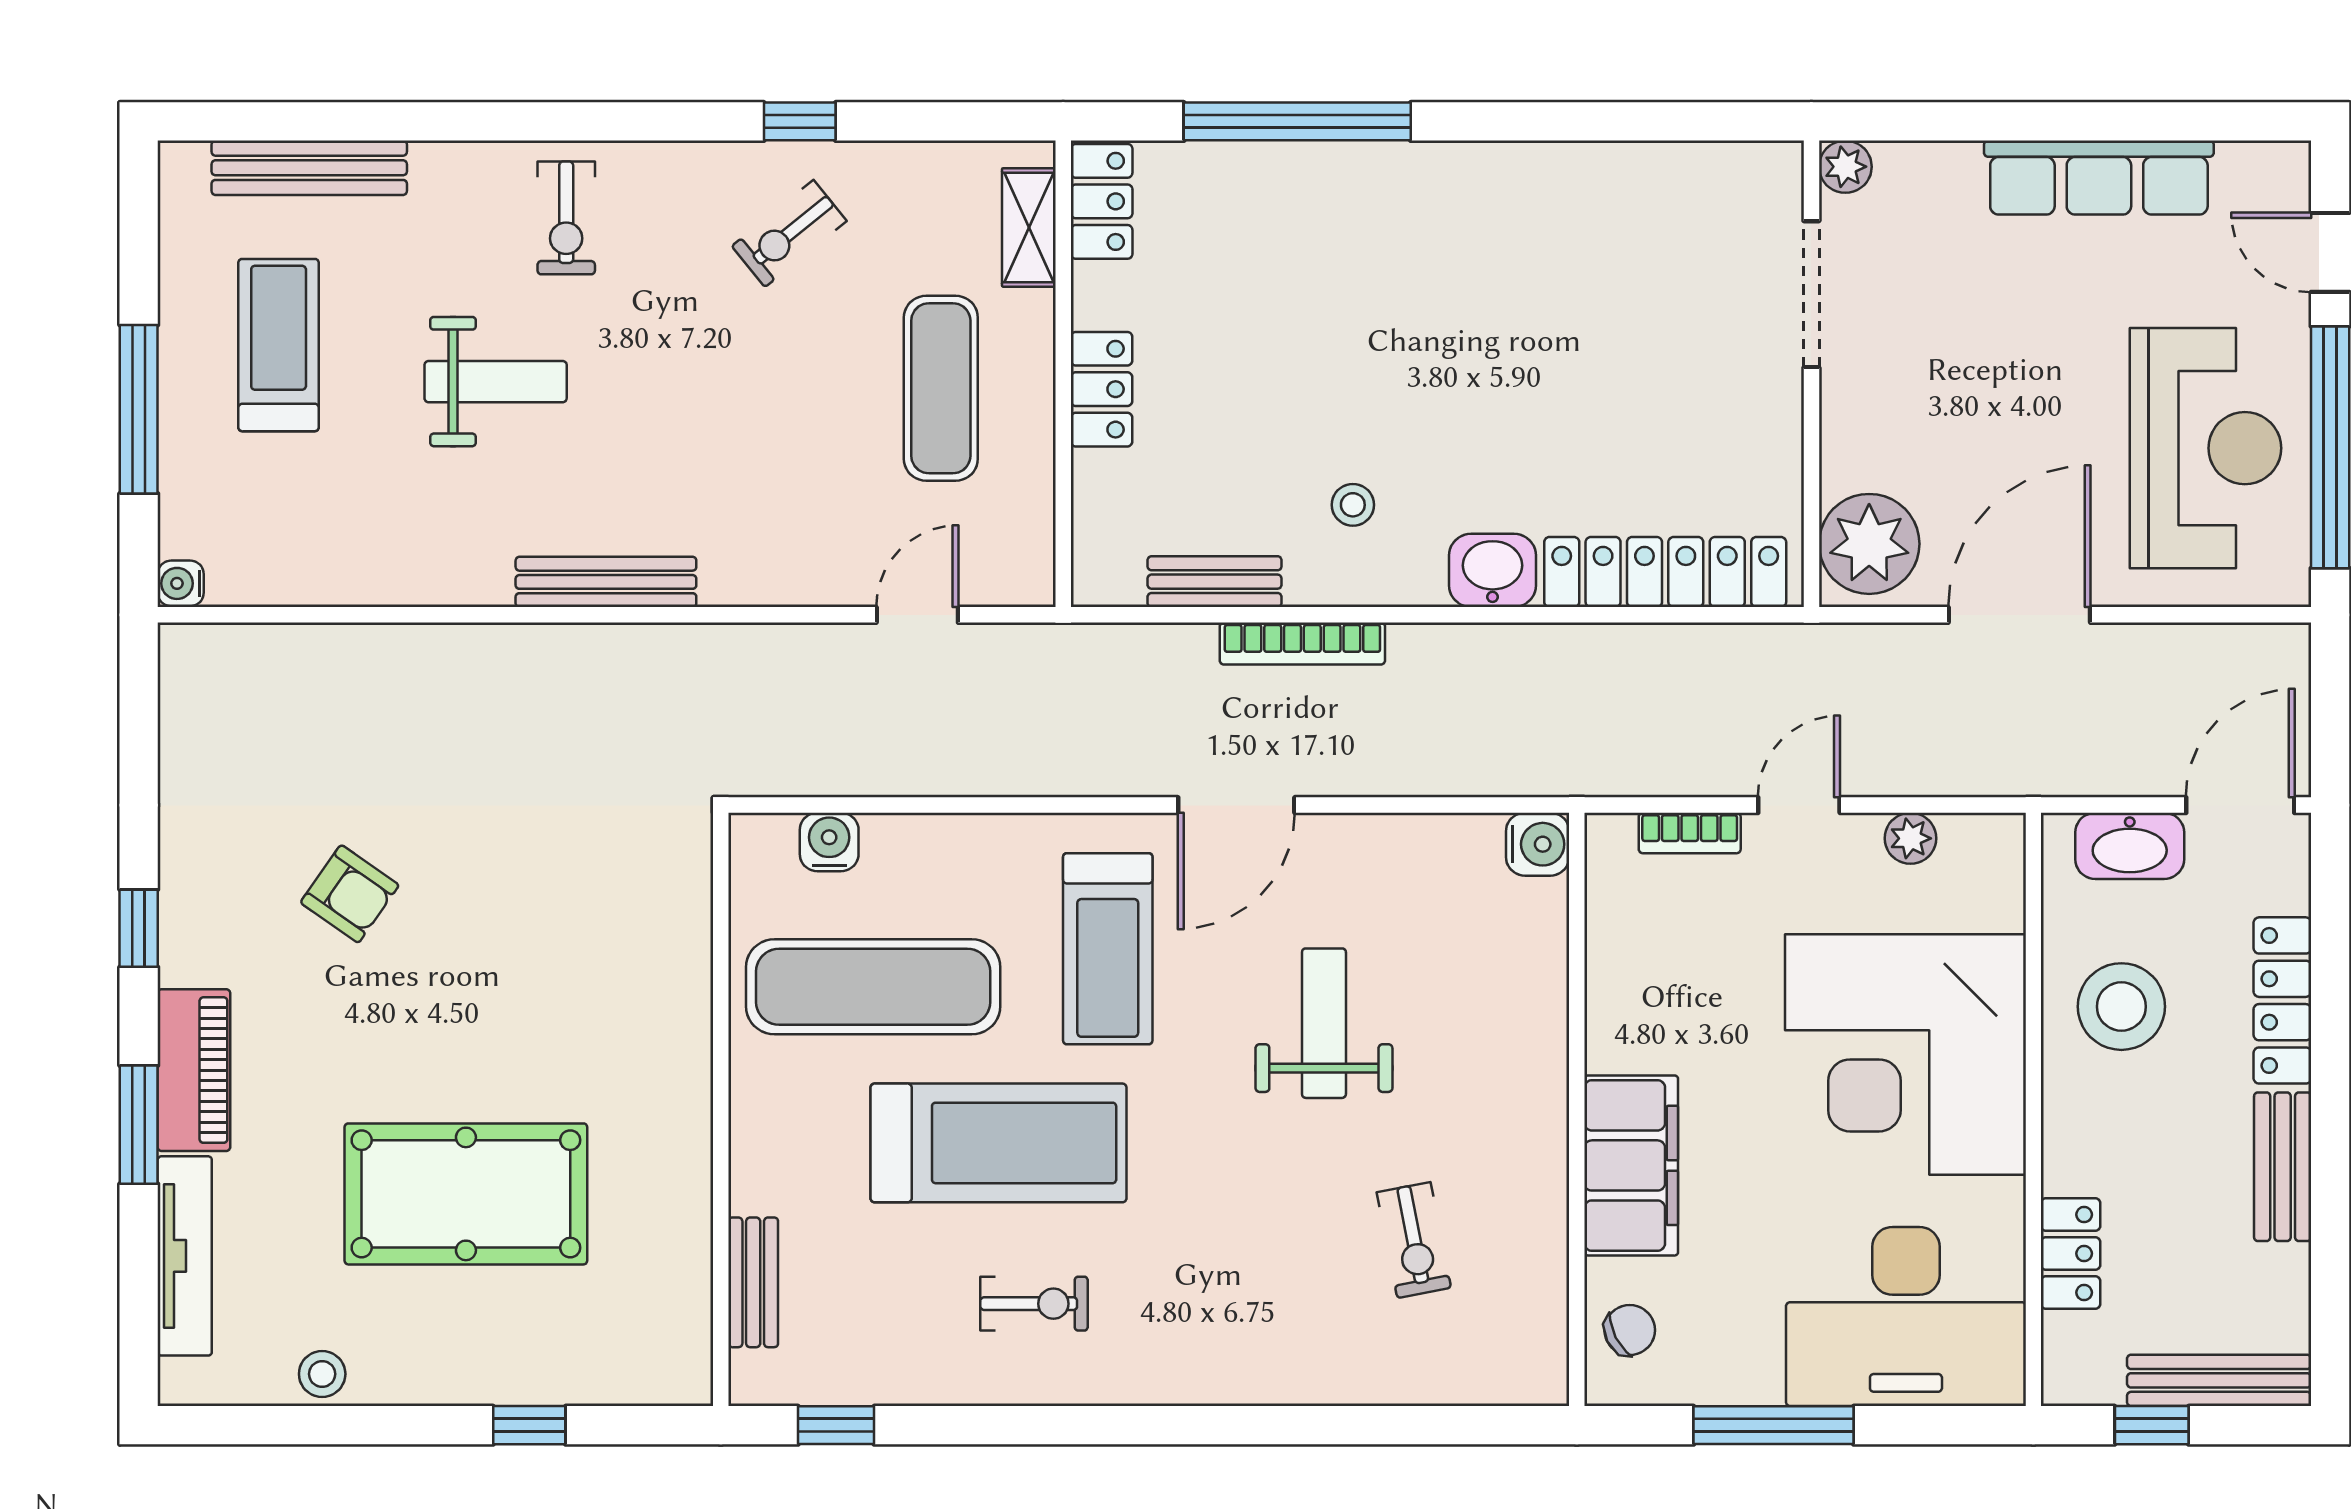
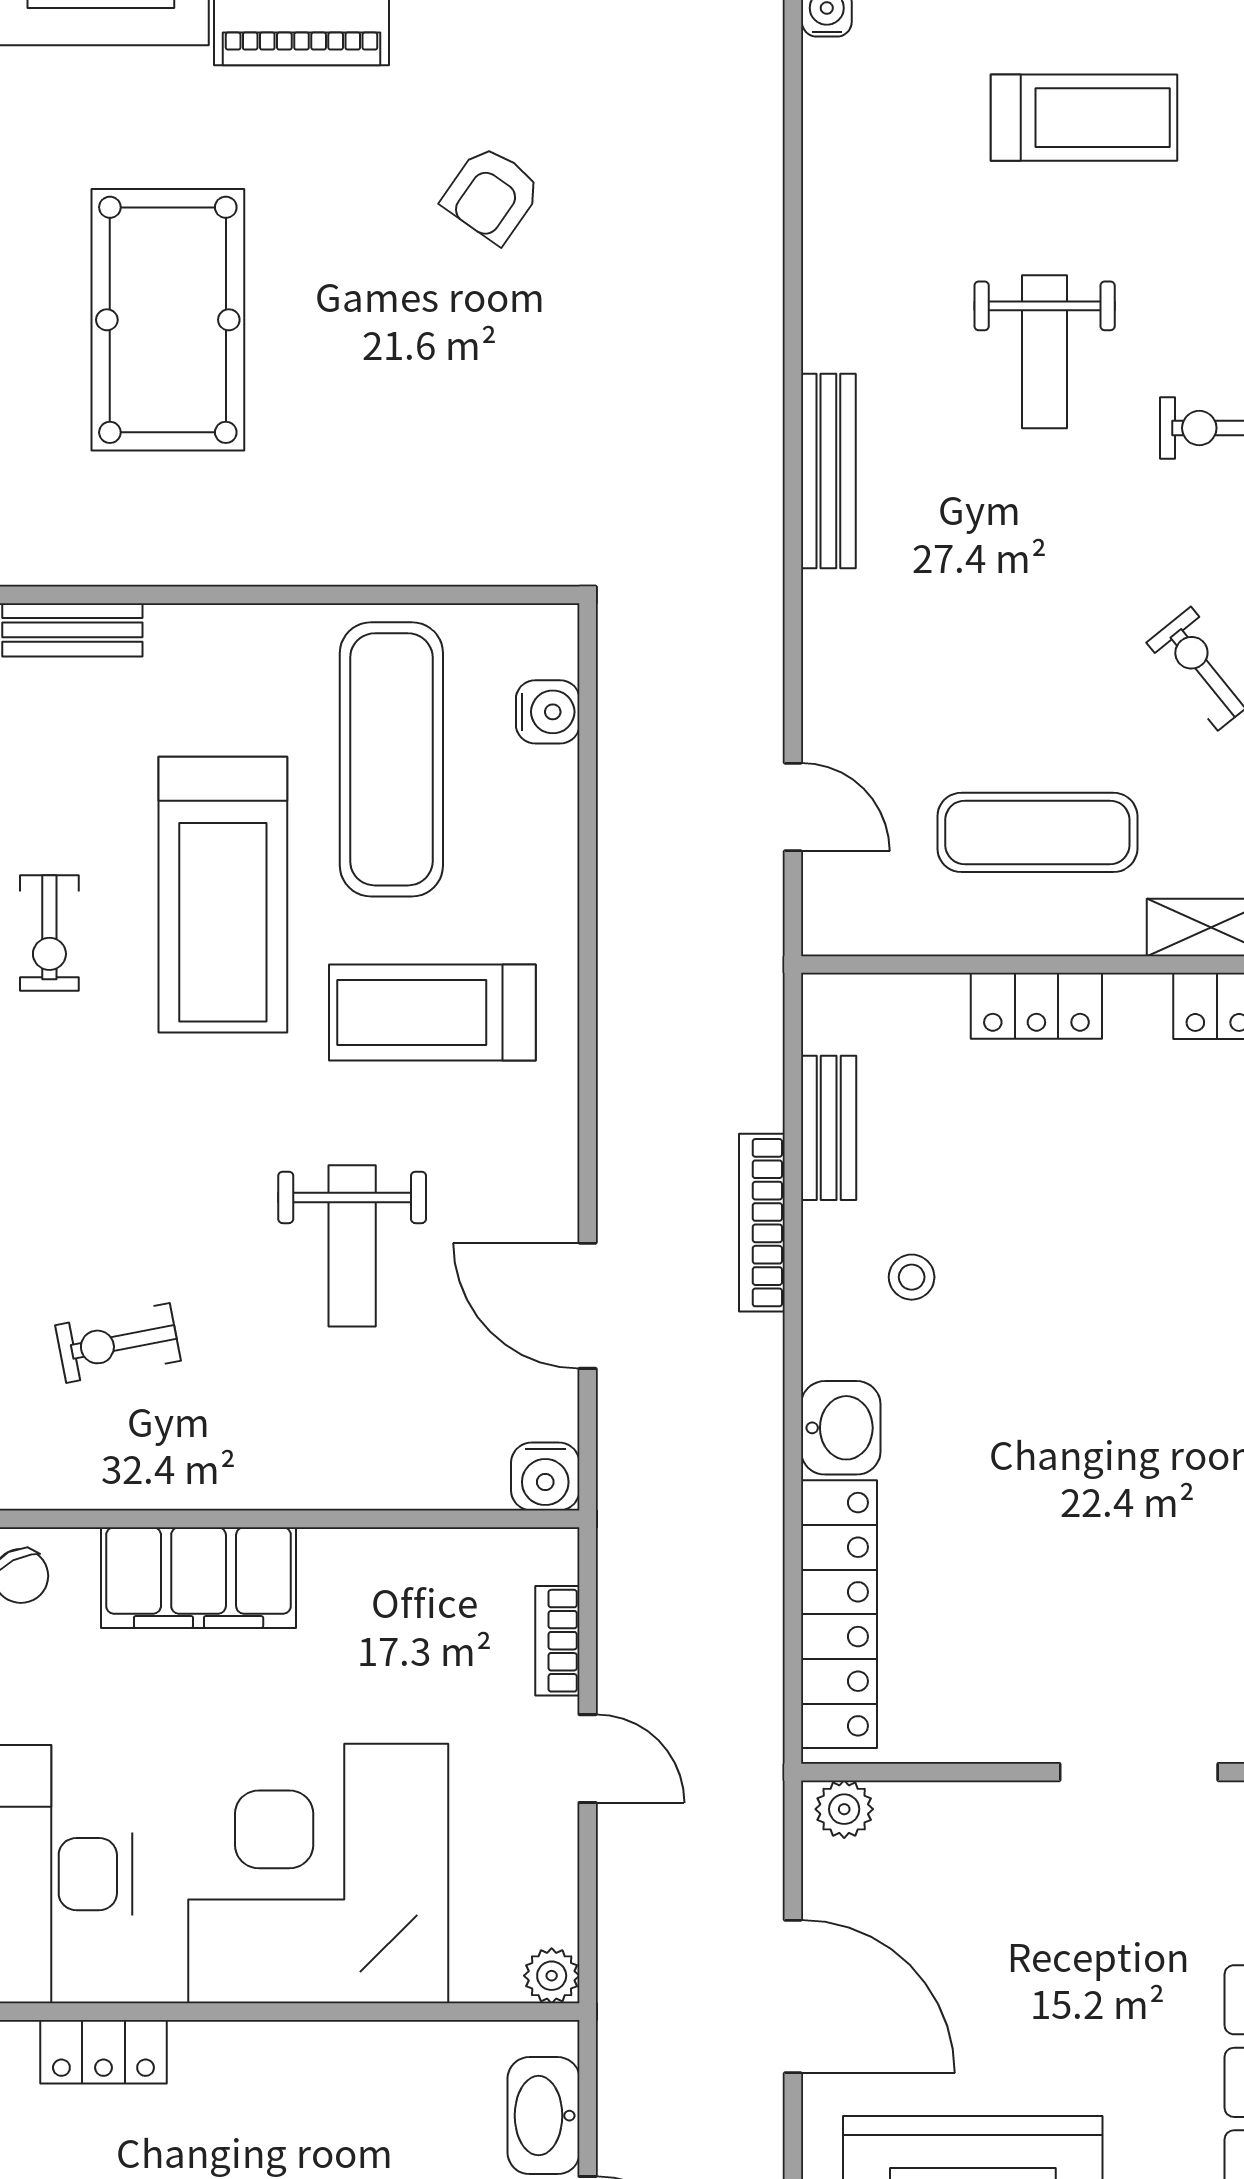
plant: (1869, 544) -> (844, 1809), width x0.53, depth x0.53
door: (1236, 805) -> (588, 1306), moved
plant: (1910, 838) -> (552, 1976), moved
stool: (2121, 1007) -> (370, 2107), removed
weight bench: (1324, 1023) -> (352, 1246), turned 90

